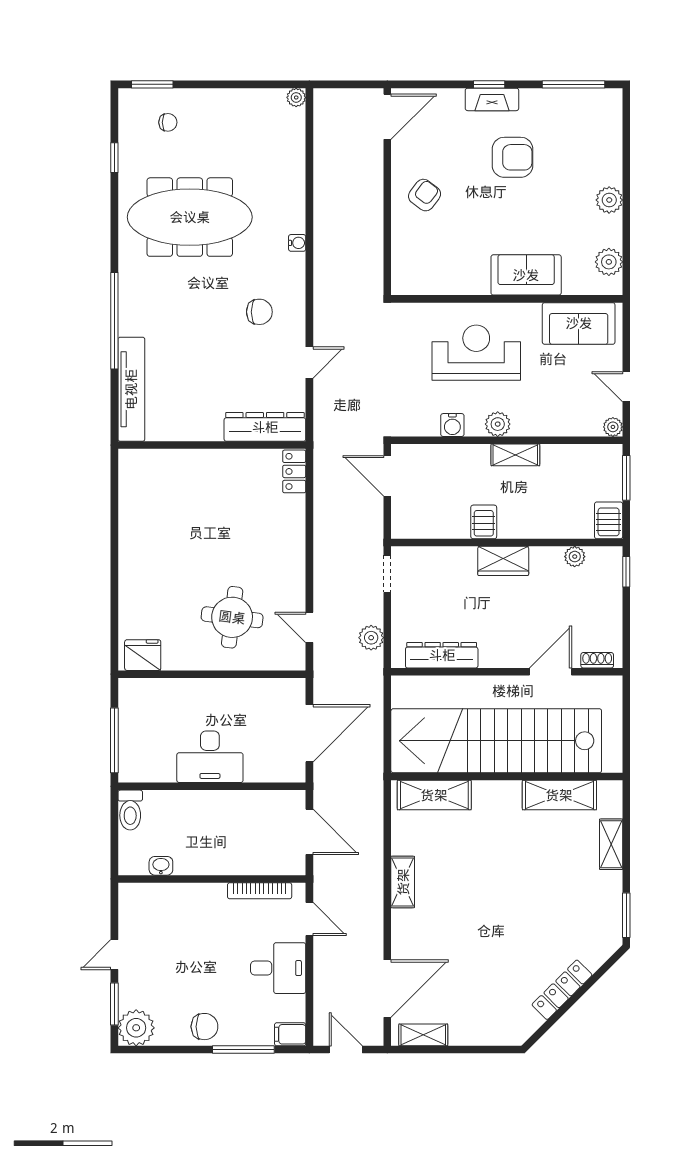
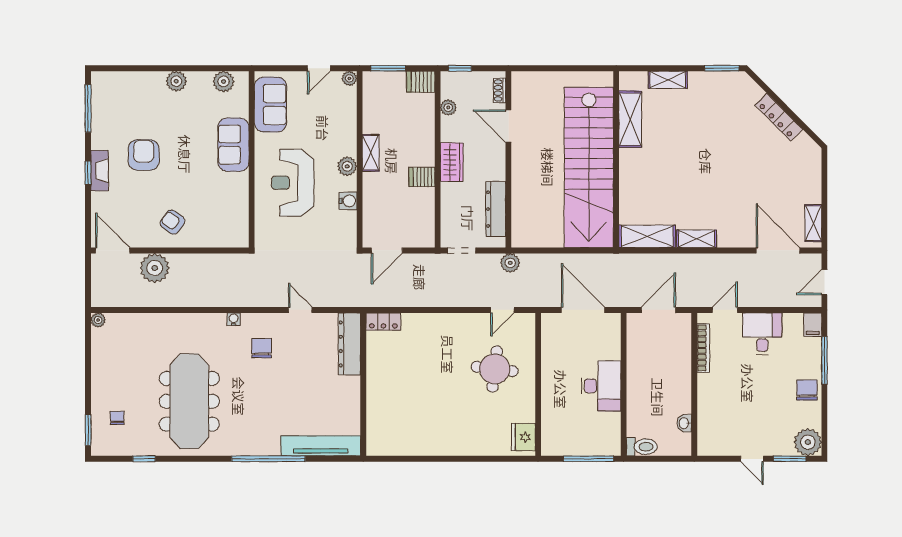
plant: (364, 172) -> (155, 268), added
water cooler: (297, 243) -> (234, 319), moved
dresser: (442, 655) -> (496, 209), moved
shoe rack: (597, 660) -> (500, 90), moved
wall: (507, 672) -> (508, 159), moved
door: (550, 672) -> (508, 126), moved
shelving: (434, 795) -> (647, 236), moved, turned 90

